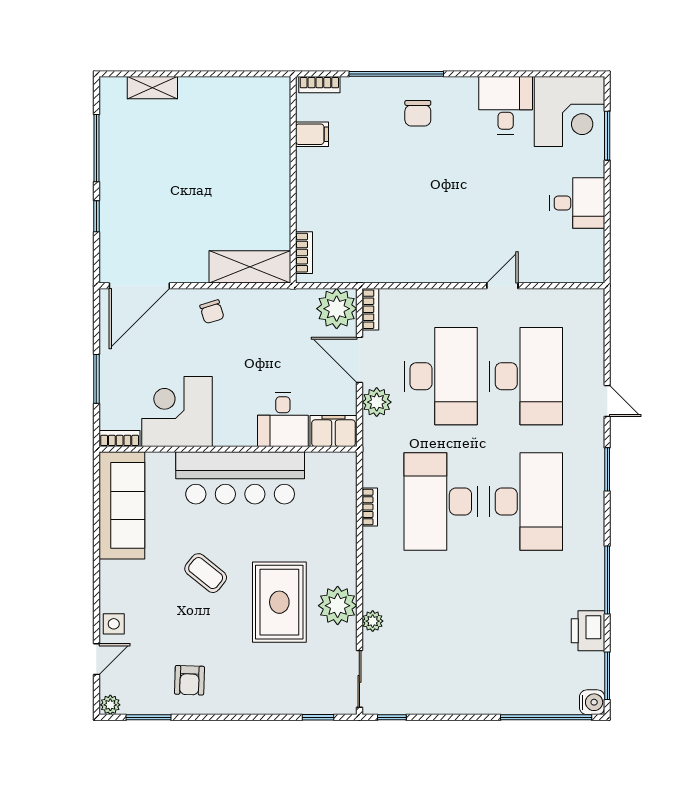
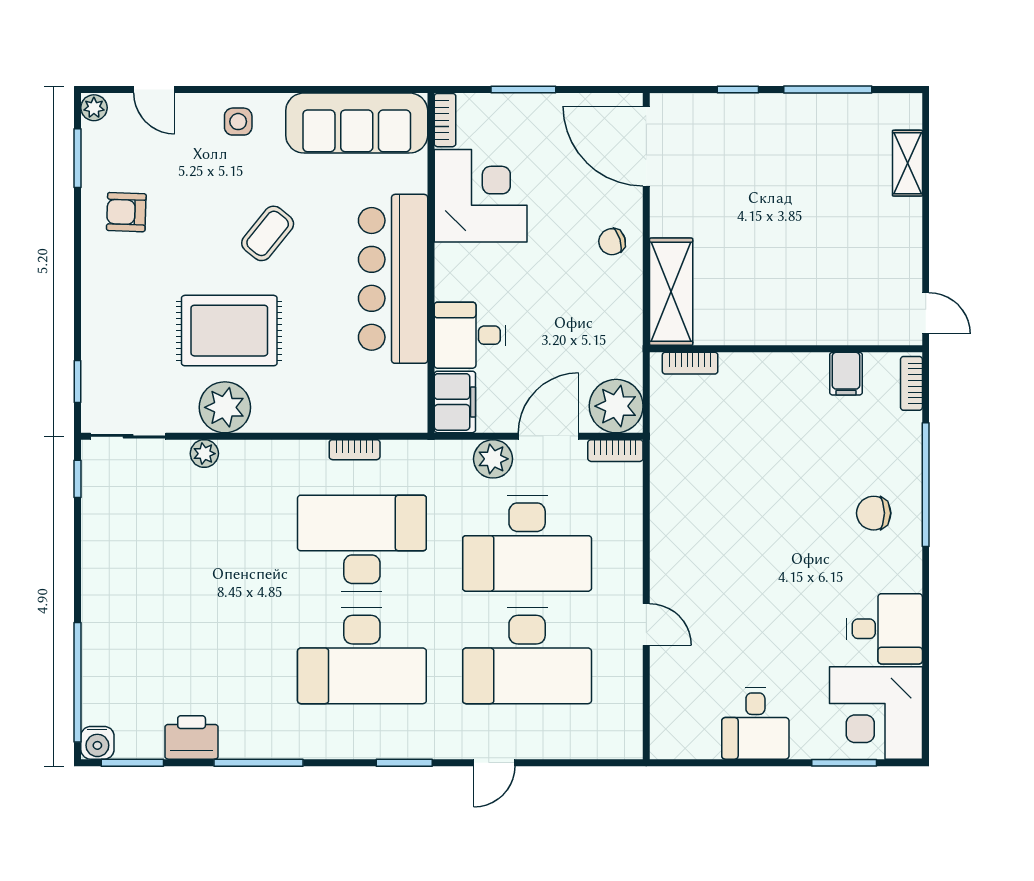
door: (266, 74) -> (926, 313), added
side table: (114, 624) -> (238, 122), moved

